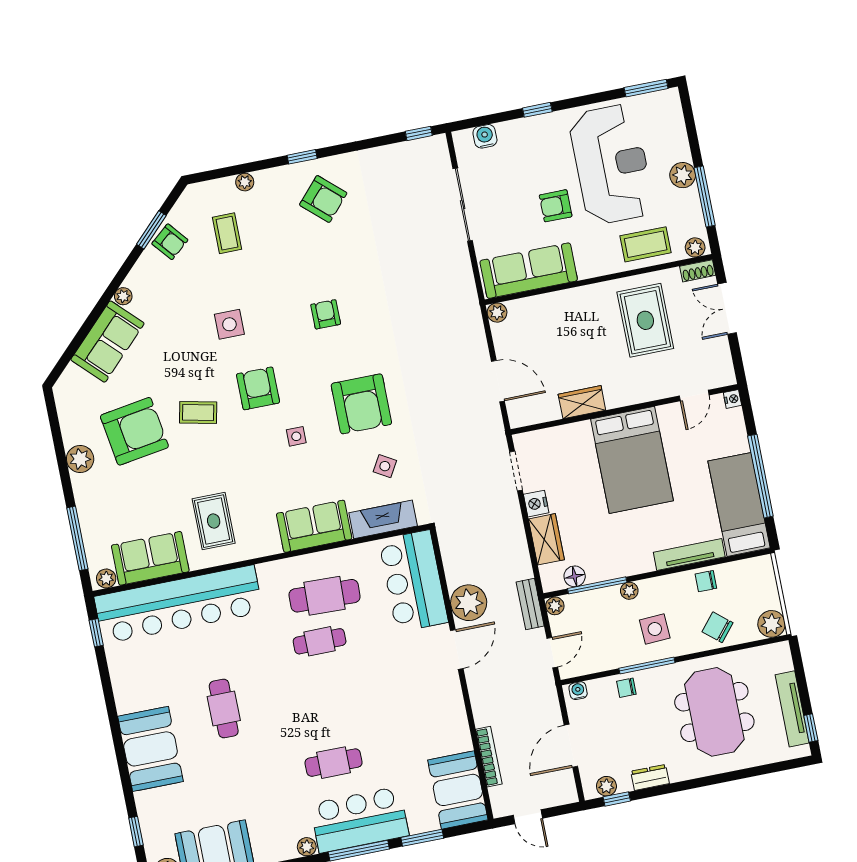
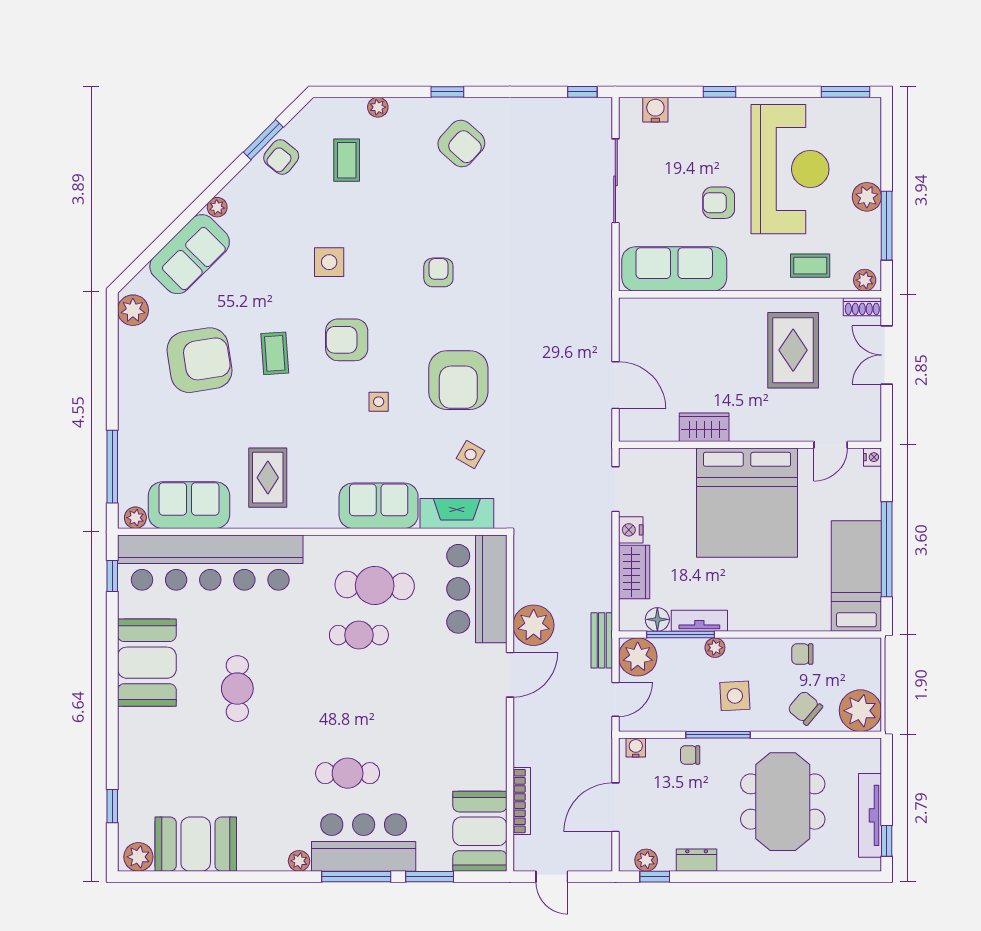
armchair: (170, 242) -> (281, 157), turned 79
coffee table: (646, 244) -> (810, 266), width x0.73, depth x0.77
plant: (497, 313) -> (630, 309), removed
armchair: (258, 388) -> (347, 340), turned -90
coffee table: (198, 413) -> (275, 353), turned 74
plant: (80, 459) -> (133, 310), moved
bed: (632, 460) -> (747, 503), width x1.36
tv unit: (689, 555) -> (699, 621), moved, width x0.71
plant: (555, 606) -> (638, 657), width x1.88, depth x1.88
plant: (771, 624) -> (860, 711), width x1.36, depth x1.36
booth: (151, 749) -> (147, 663), moved

